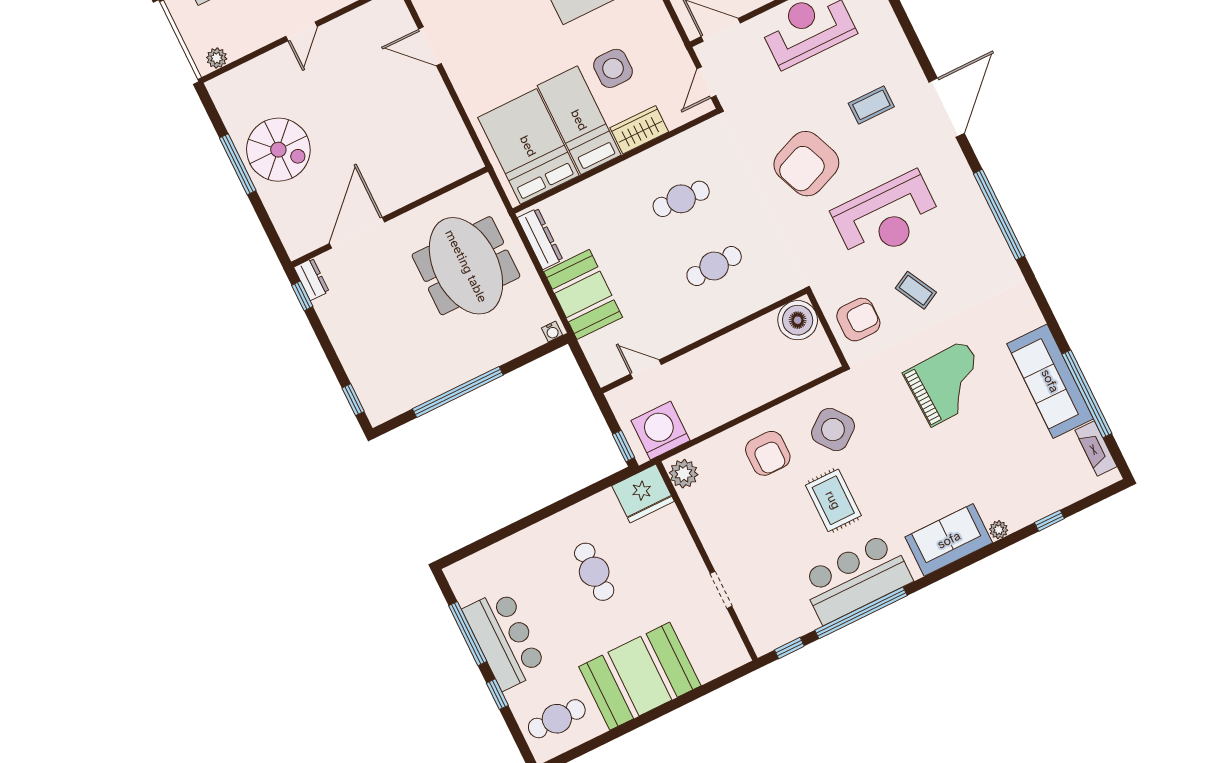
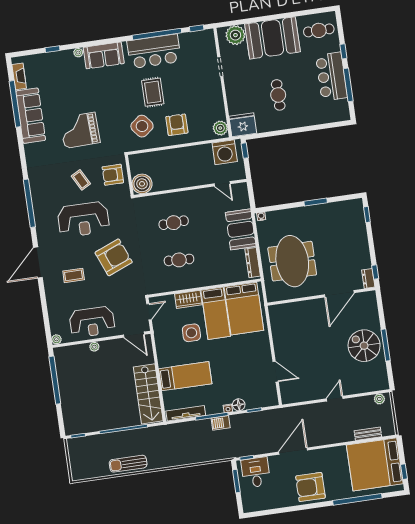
reception desk: (887, 217) -> (83, 219), turned 180
window: (458, 392) -> (316, 202), width x0.47
plant: (712, 659) -> (235, 35), added

